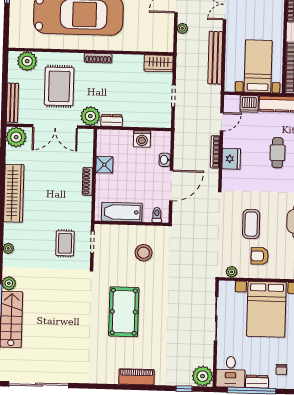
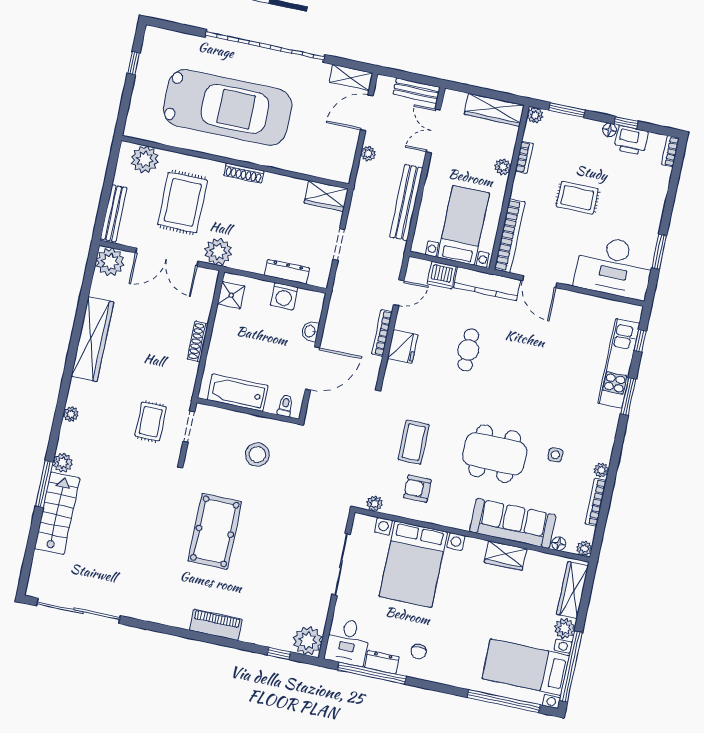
plant: (278, 20) -> (503, 167), added
dresser: (112, 120) -> (287, 272), moved, width x1.44
shower: (104, 165) -> (231, 295), moved

